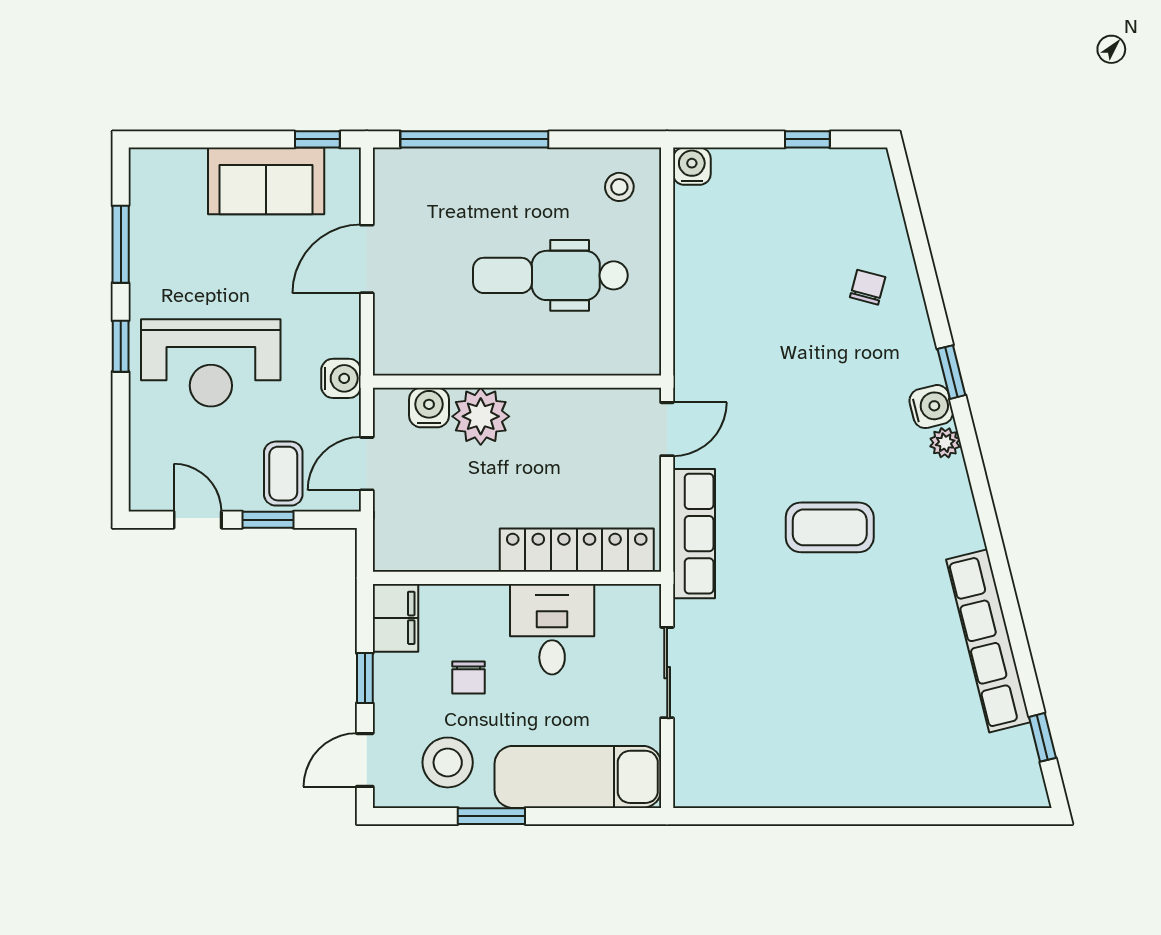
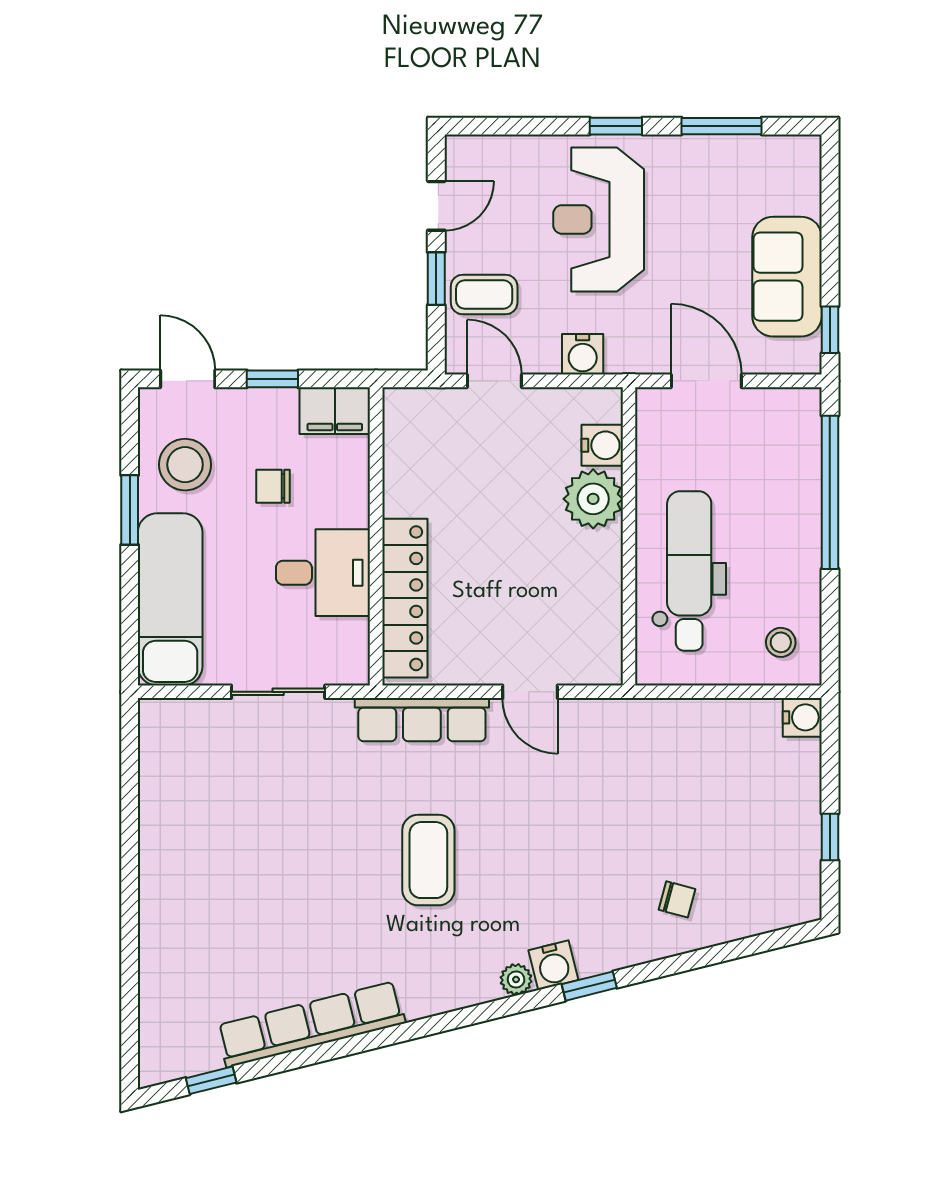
wall: (517, 382) -> (629, 536), moved
water cooler: (429, 408) -> (602, 445), moved
plant: (481, 416) -> (593, 499), moved

